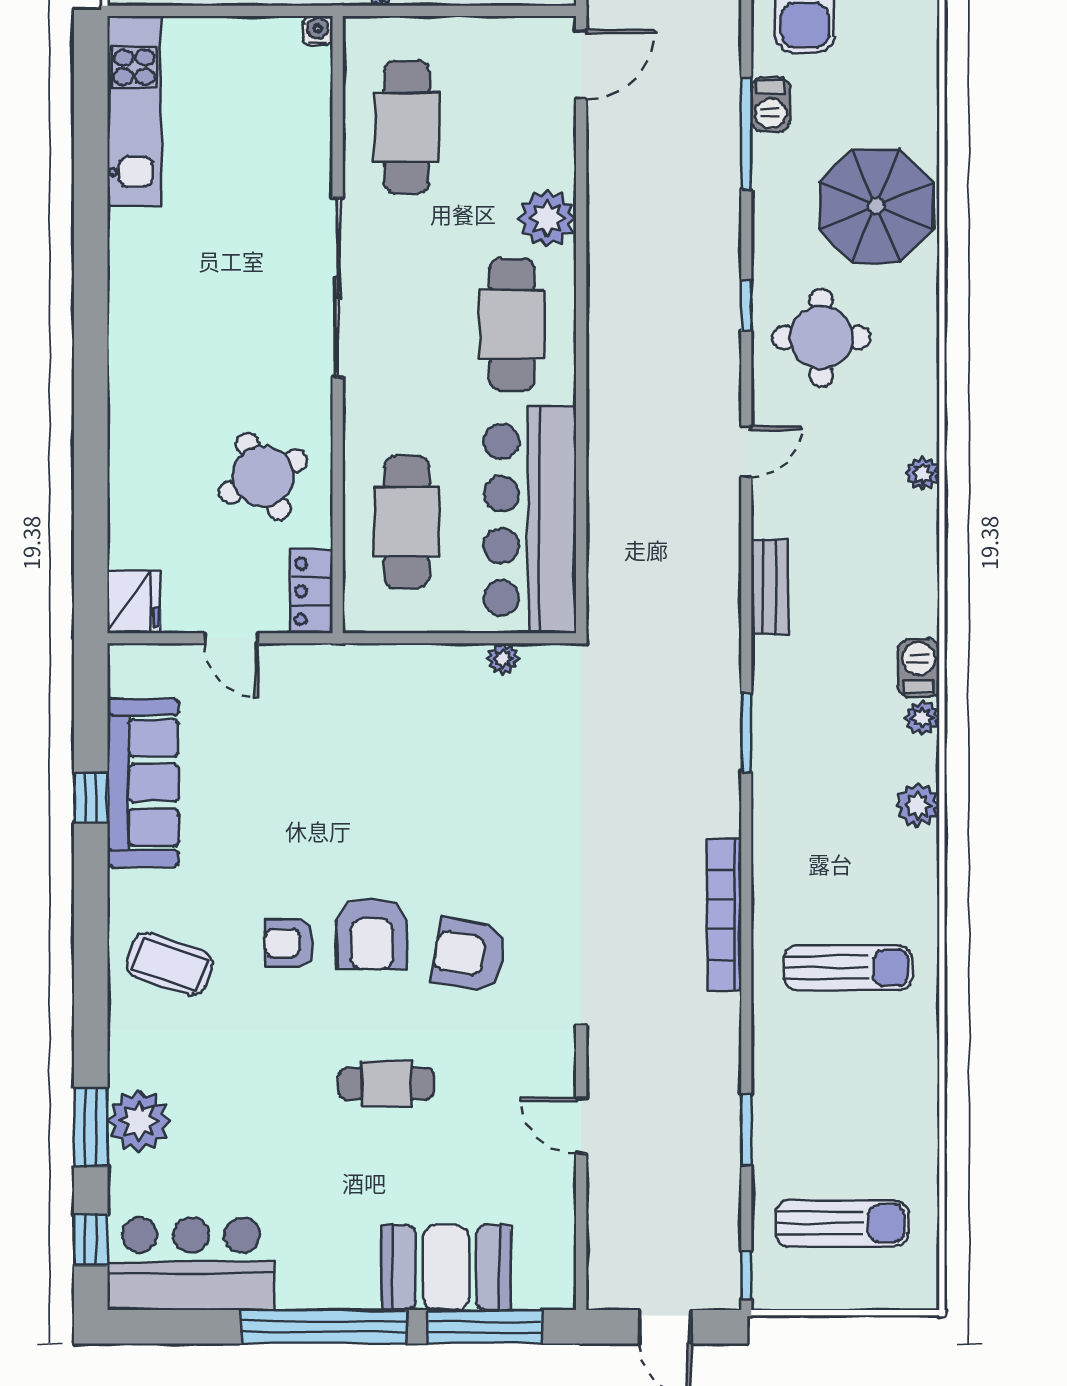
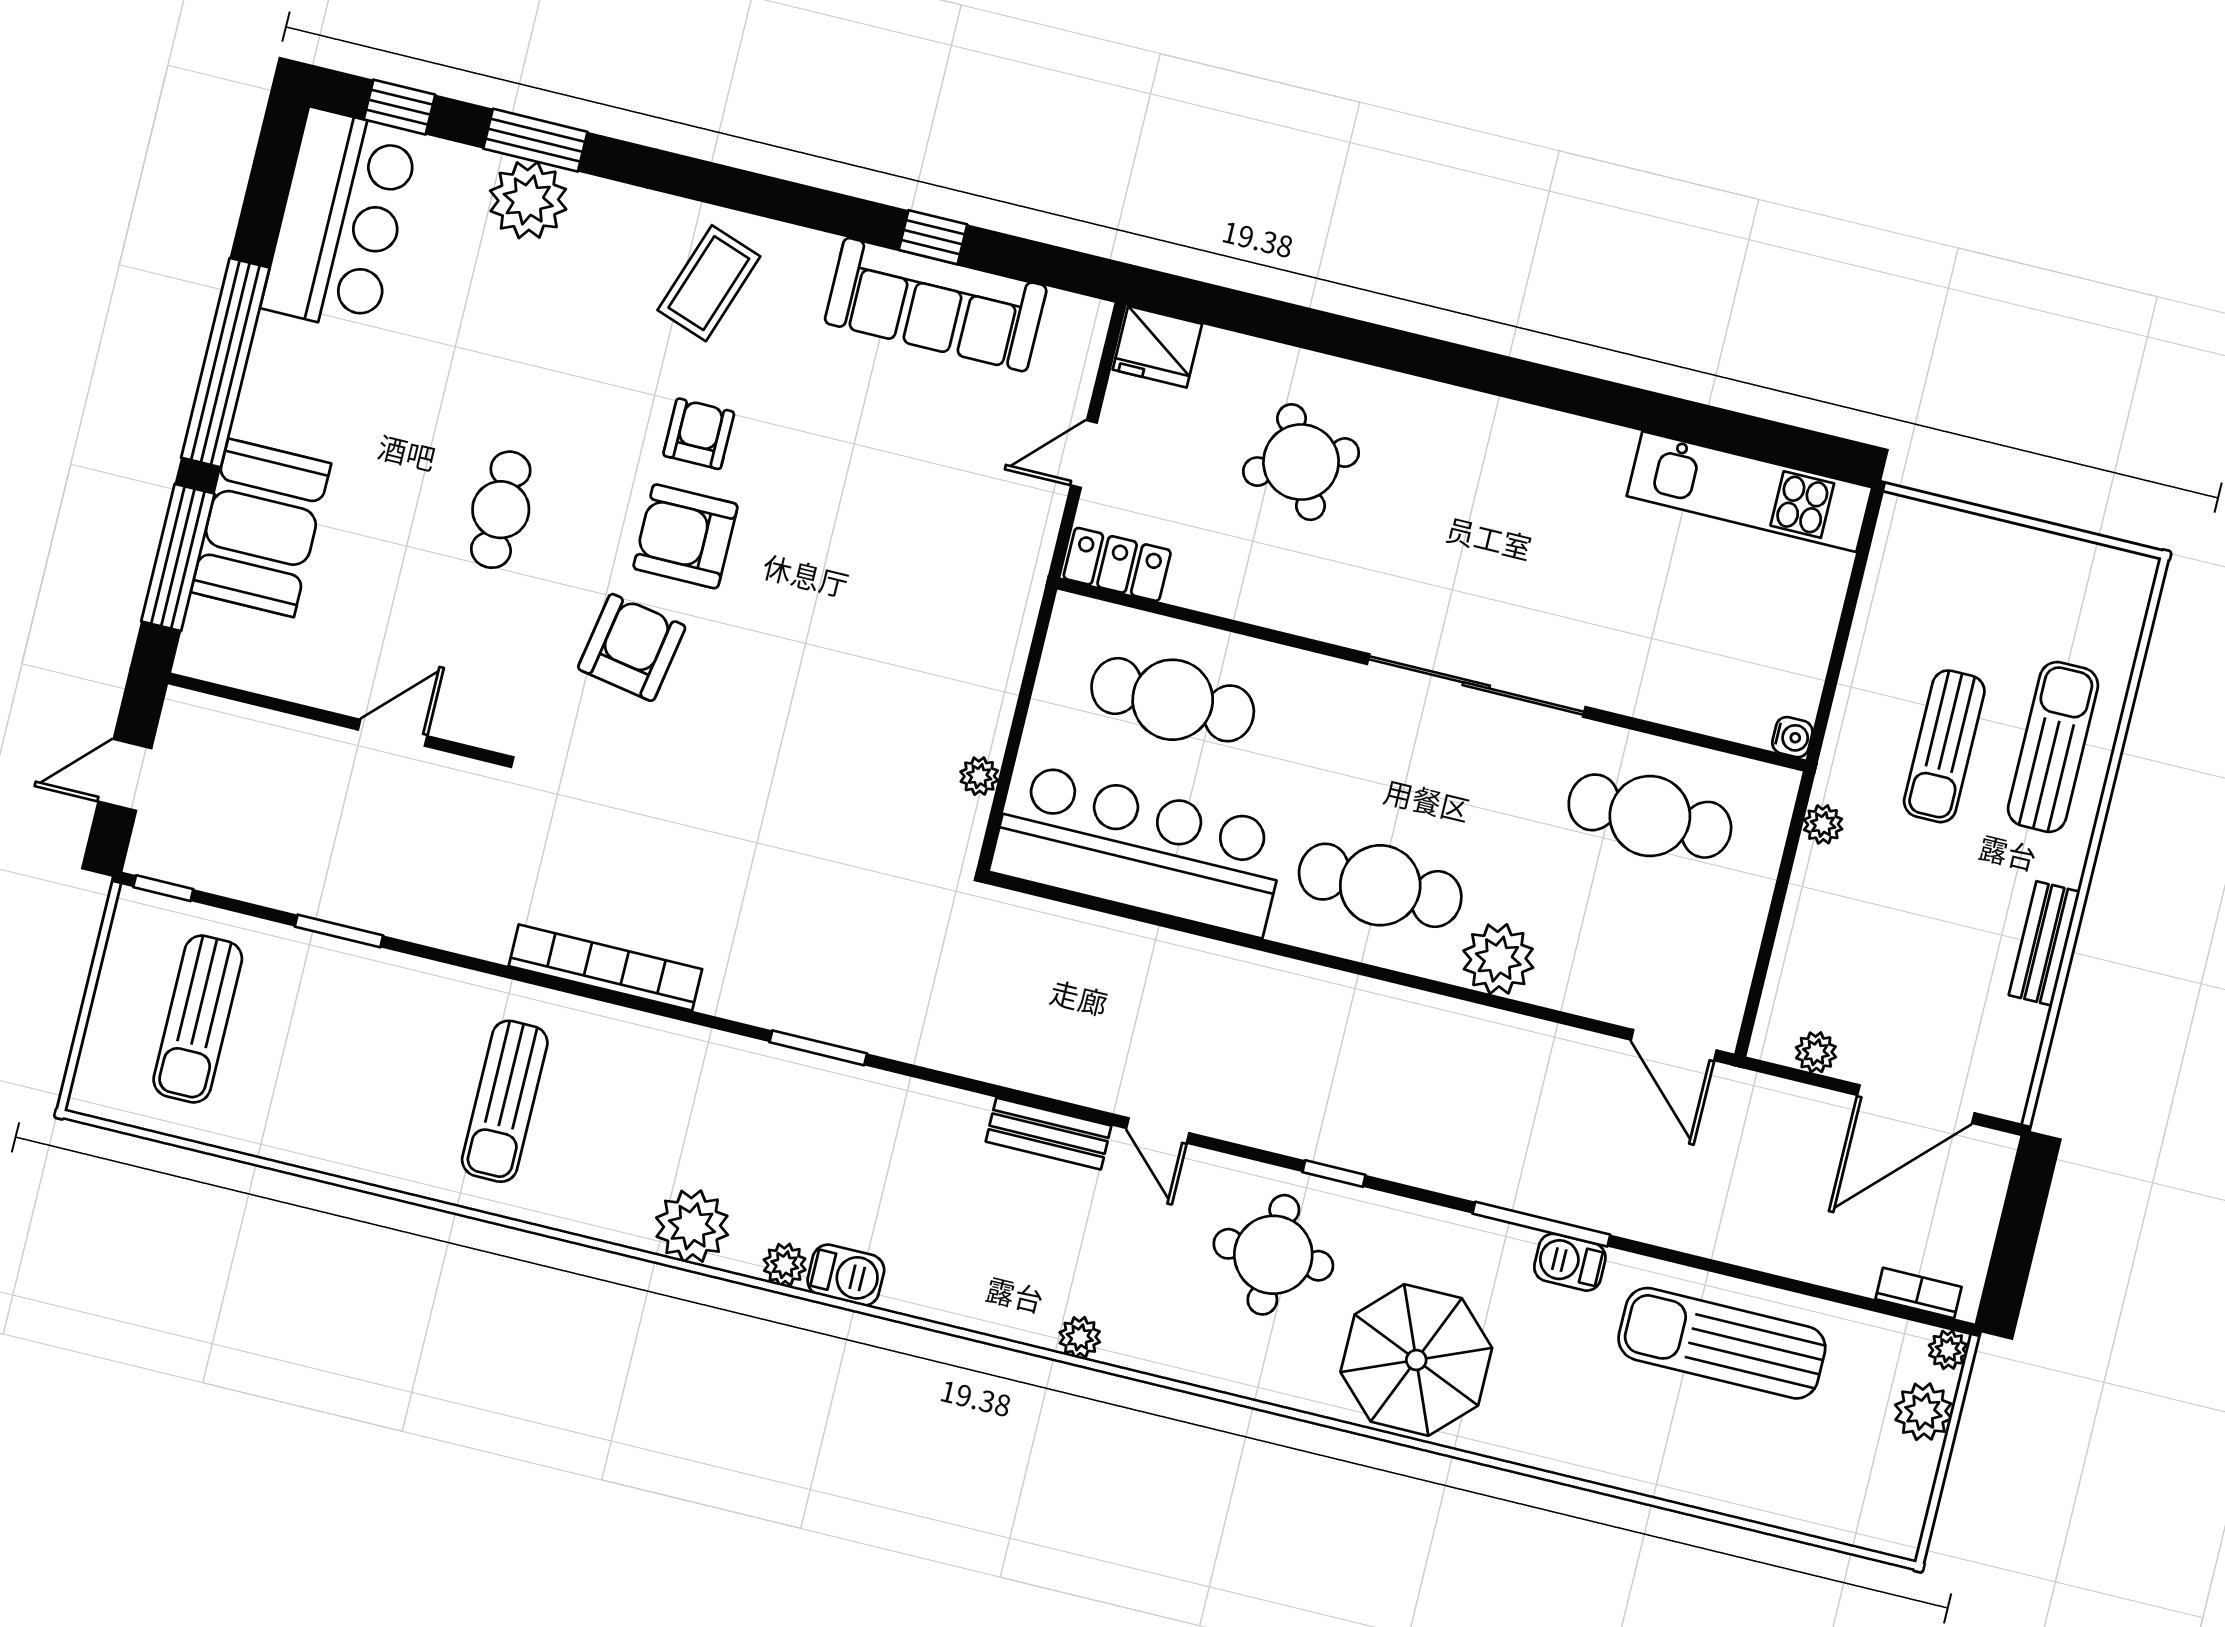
round table: (263, 476) -> (1301, 462), moved
bench: (769, 587) -> (1049, 1134), moved
plant: (918, 805) -> (692, 1226), width x1.36, depth x1.36

